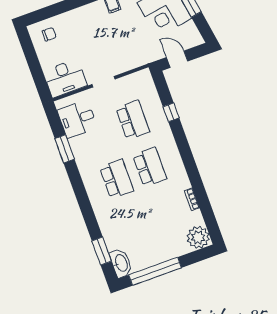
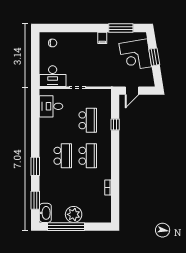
door: (177, 59) -> (132, 91), swing flipped
window: (65, 149) -> (35, 166), moved
plant: (198, 237) -> (74, 214), moved

